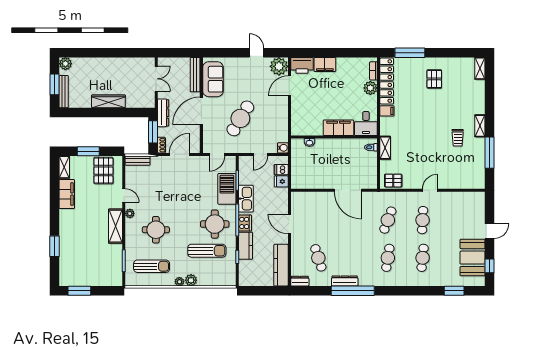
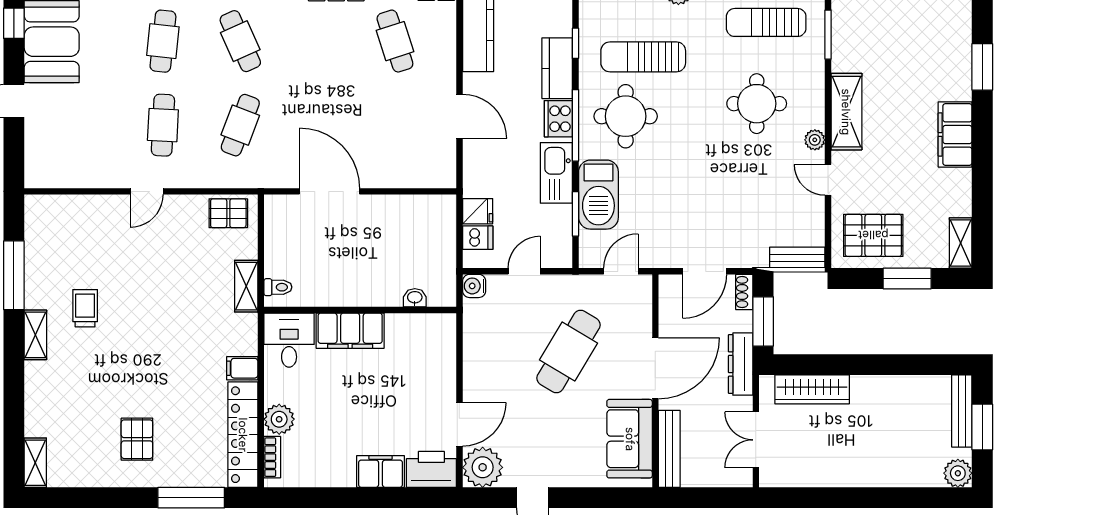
wardrobe: (108, 101) -> (812, 389), moved
pallet: (103, 171) -> (873, 235), turned 90
filing cabinet: (67, 194) -> (955, 135), moved
cafe table: (388, 258) -> (240, 41), turned -33

